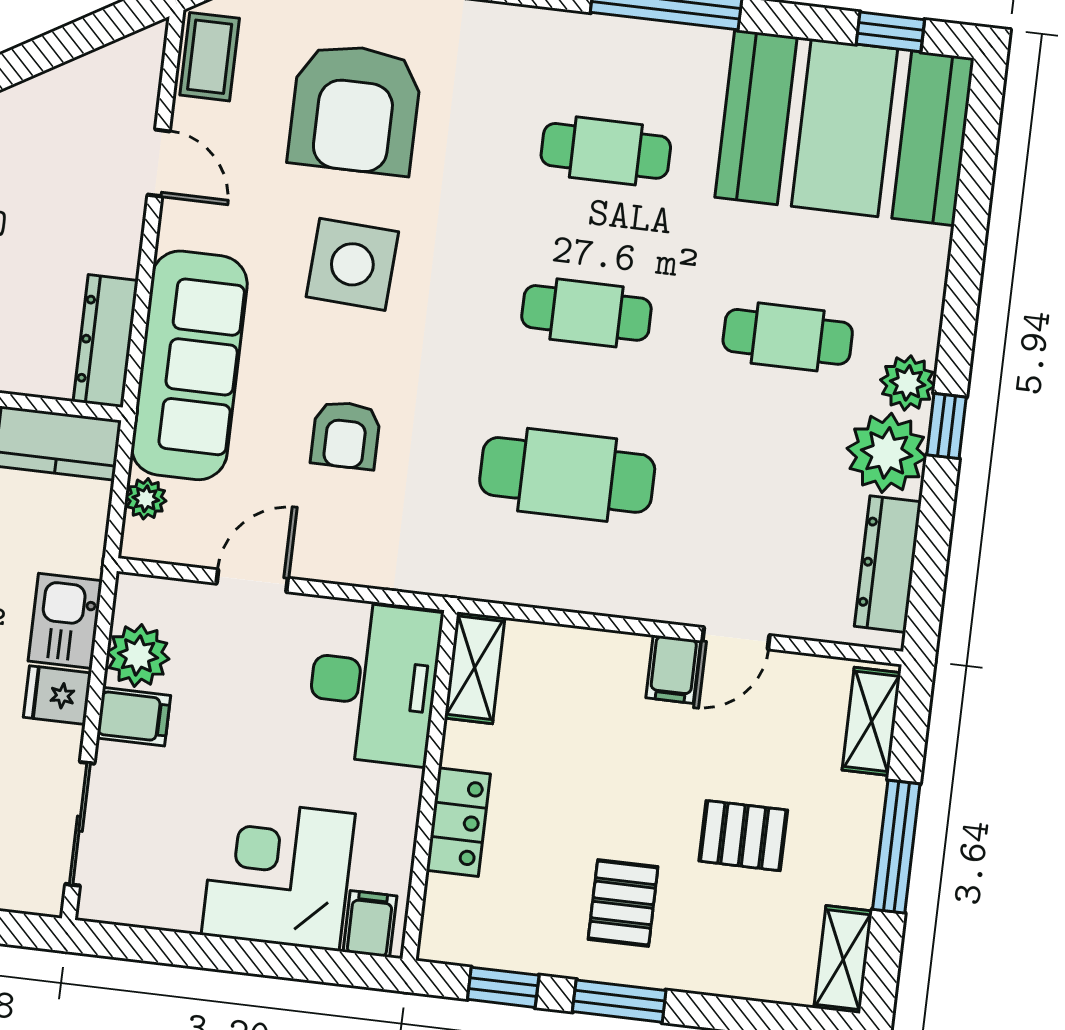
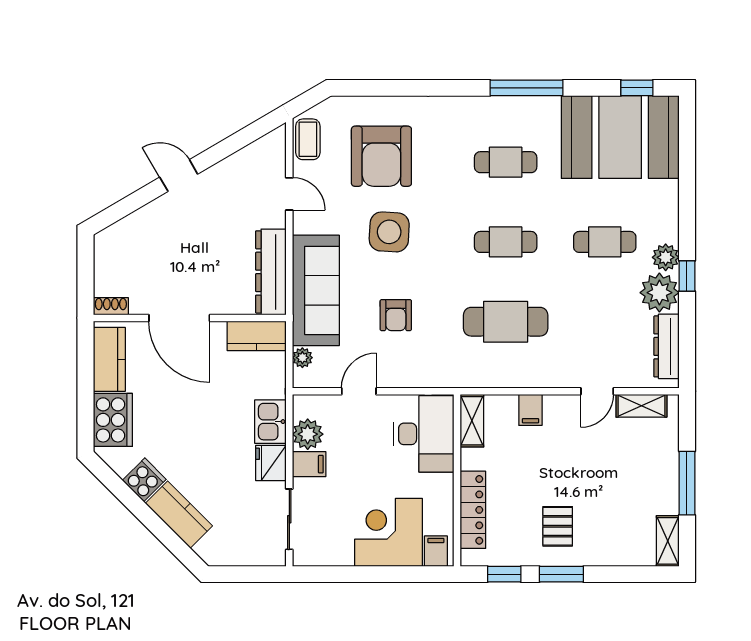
dresser: (106, 341) -> (271, 272), width x1.37, depth x1.24
filing cabinet: (673, 669) -> (530, 410), moved
fridge: (57, 695) -> (271, 463), width x1.38
shelving: (872, 721) -> (641, 406), moved, turned 90
locker: (458, 822) -> (473, 510), width x1.53
pallet: (743, 836) -> (612, 487), removed

